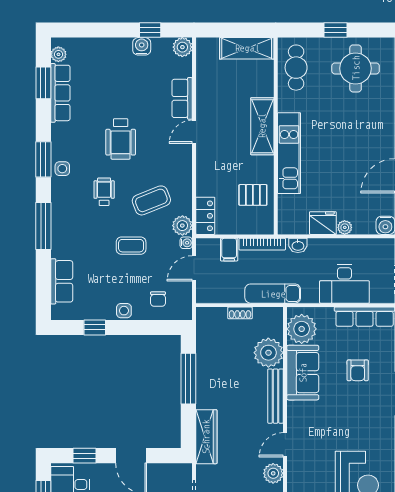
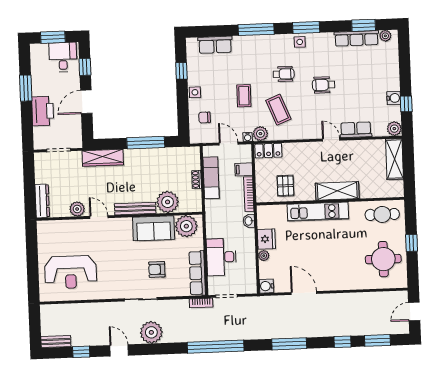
shelving: (247, 48) -> (395, 159), moved
wheelchair: (121, 139) -> (324, 85), width x0.73, depth x0.73
exam couch: (273, 294) -> (211, 178), moved

